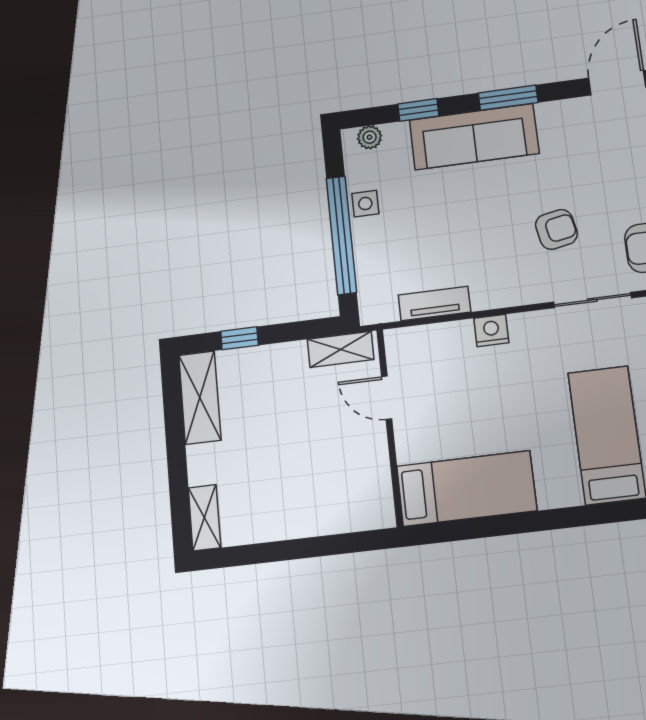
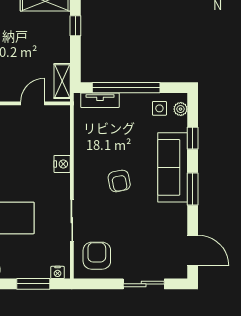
side table: (365, 204) -> (159, 108), moved
armchair: (556, 229) -> (119, 181), moved
tv unit: (434, 304) -> (100, 100), moved, turned 90

